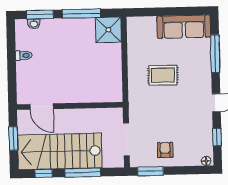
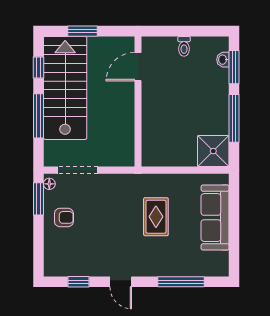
sofa: (184, 27) -> (215, 218), moved
wall: (70, 106) -> (138, 102), moved
door: (42, 107) -> (138, 67), moved
floor lamp: (206, 161) -> (49, 184), moved

